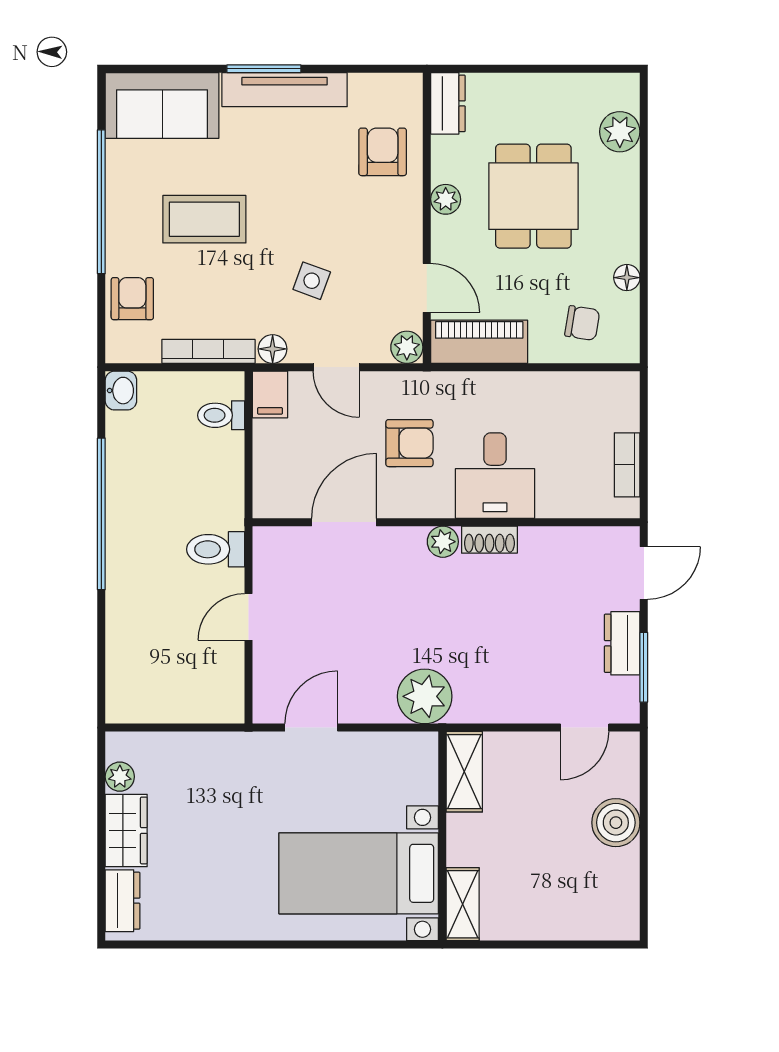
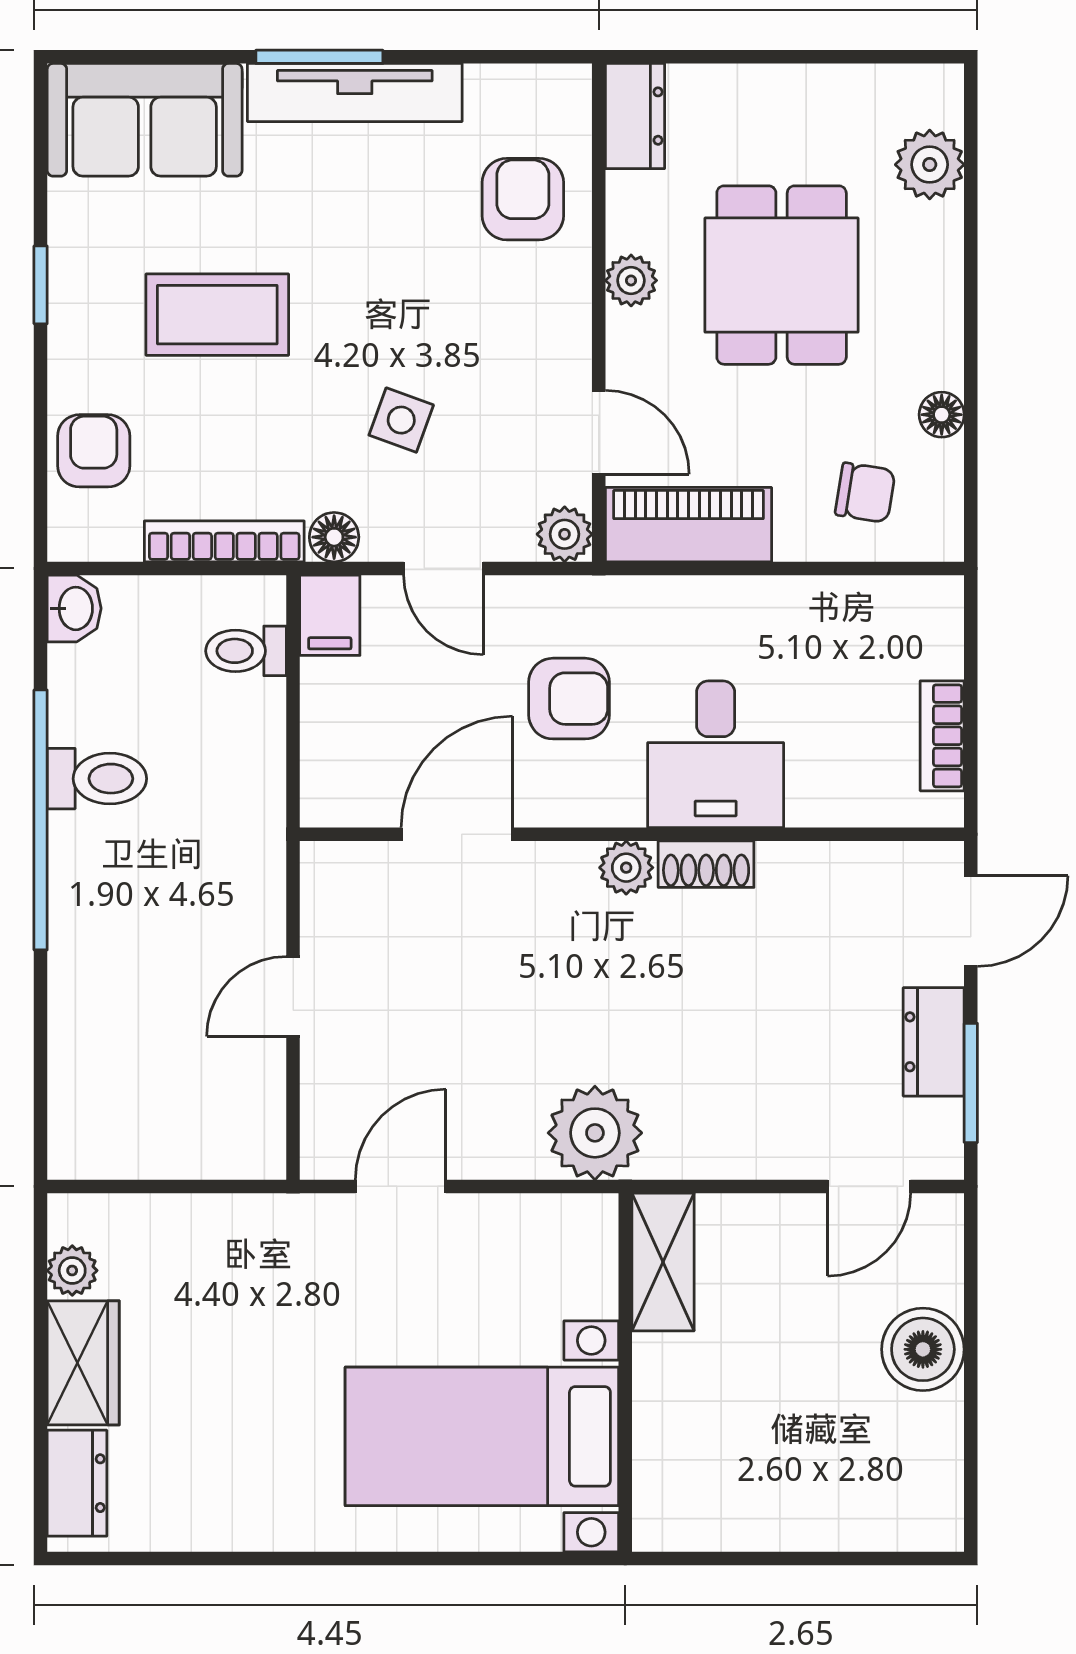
window: (101, 202) -> (41, 285), width x0.32
toilet: (216, 549) -> (97, 779), moved, turned 180
shelving: (463, 904) -> (660, 1489), removed

